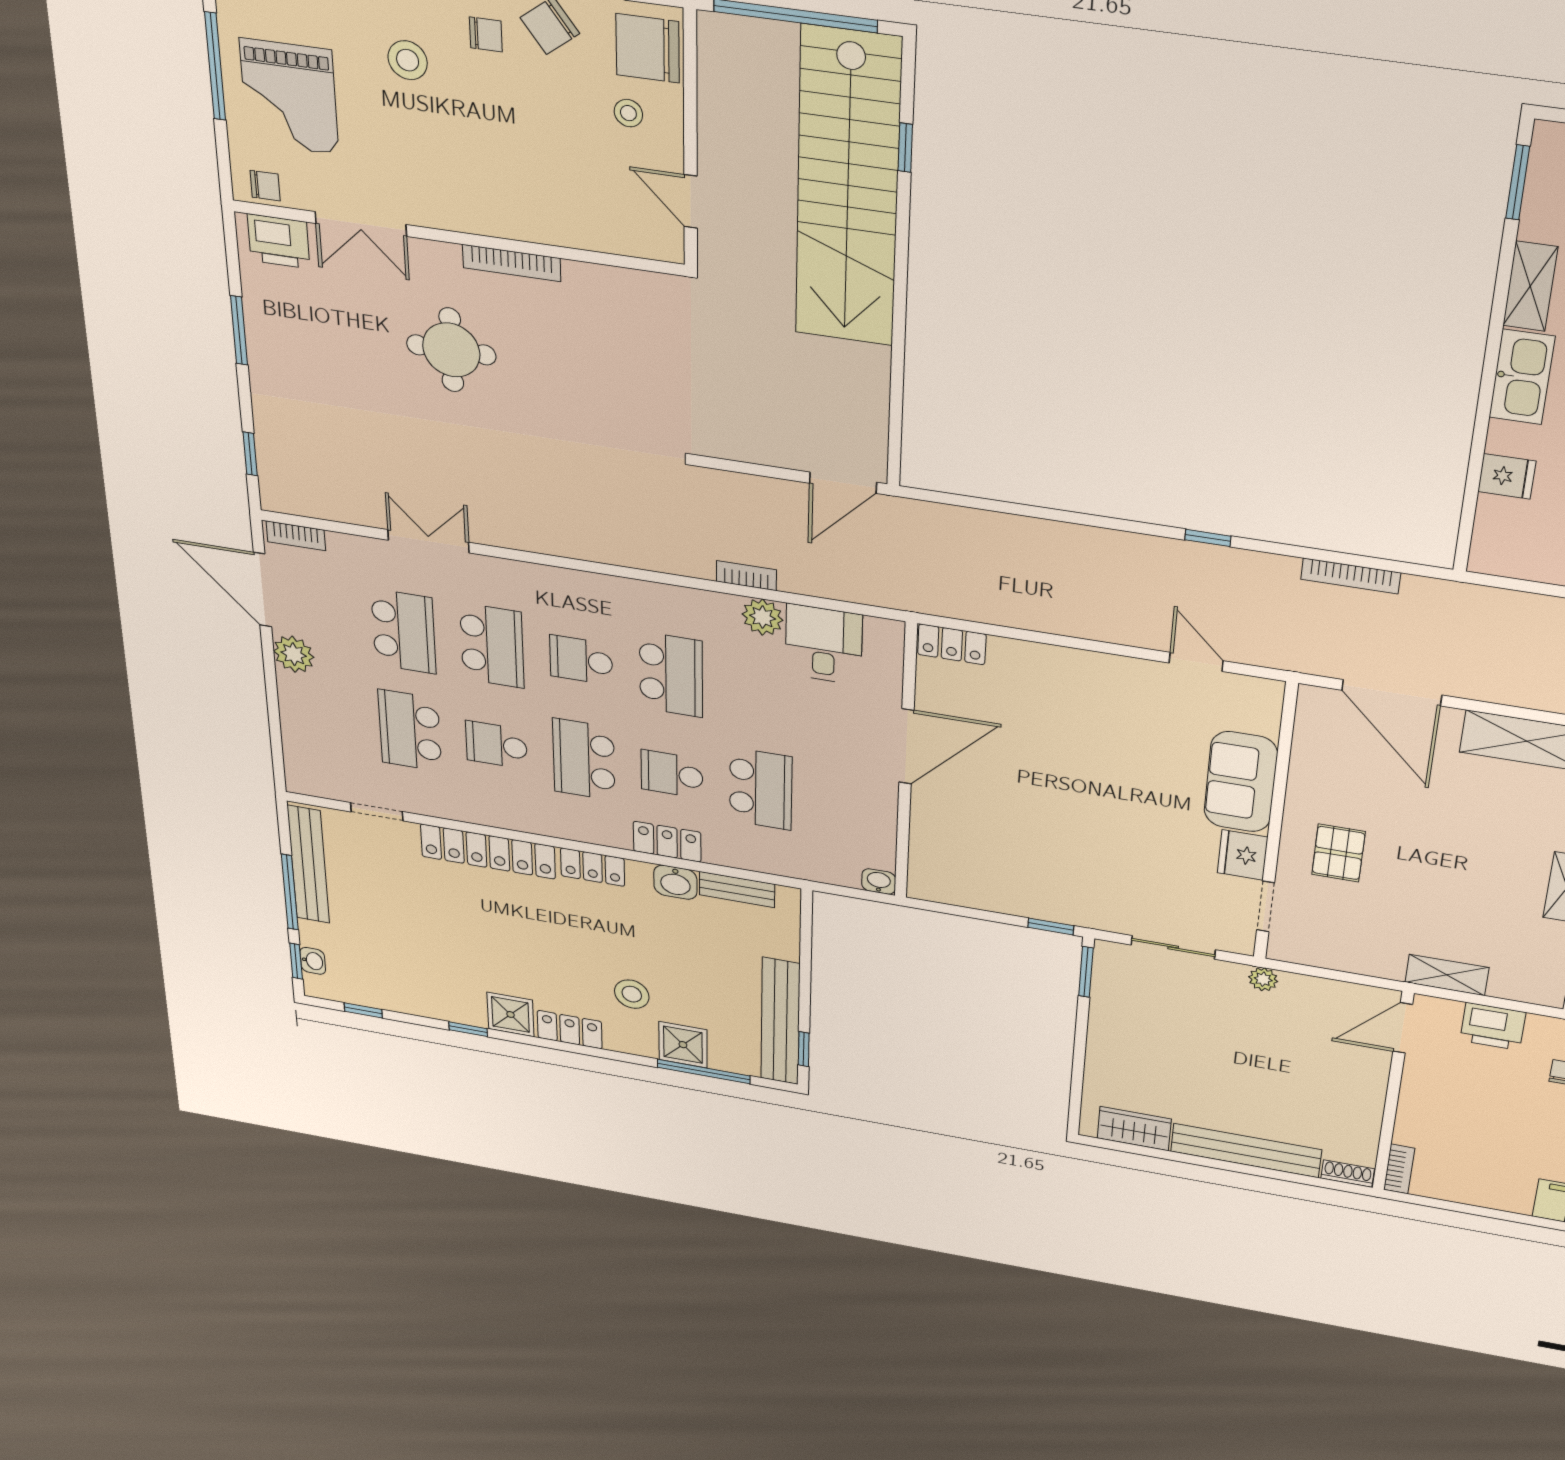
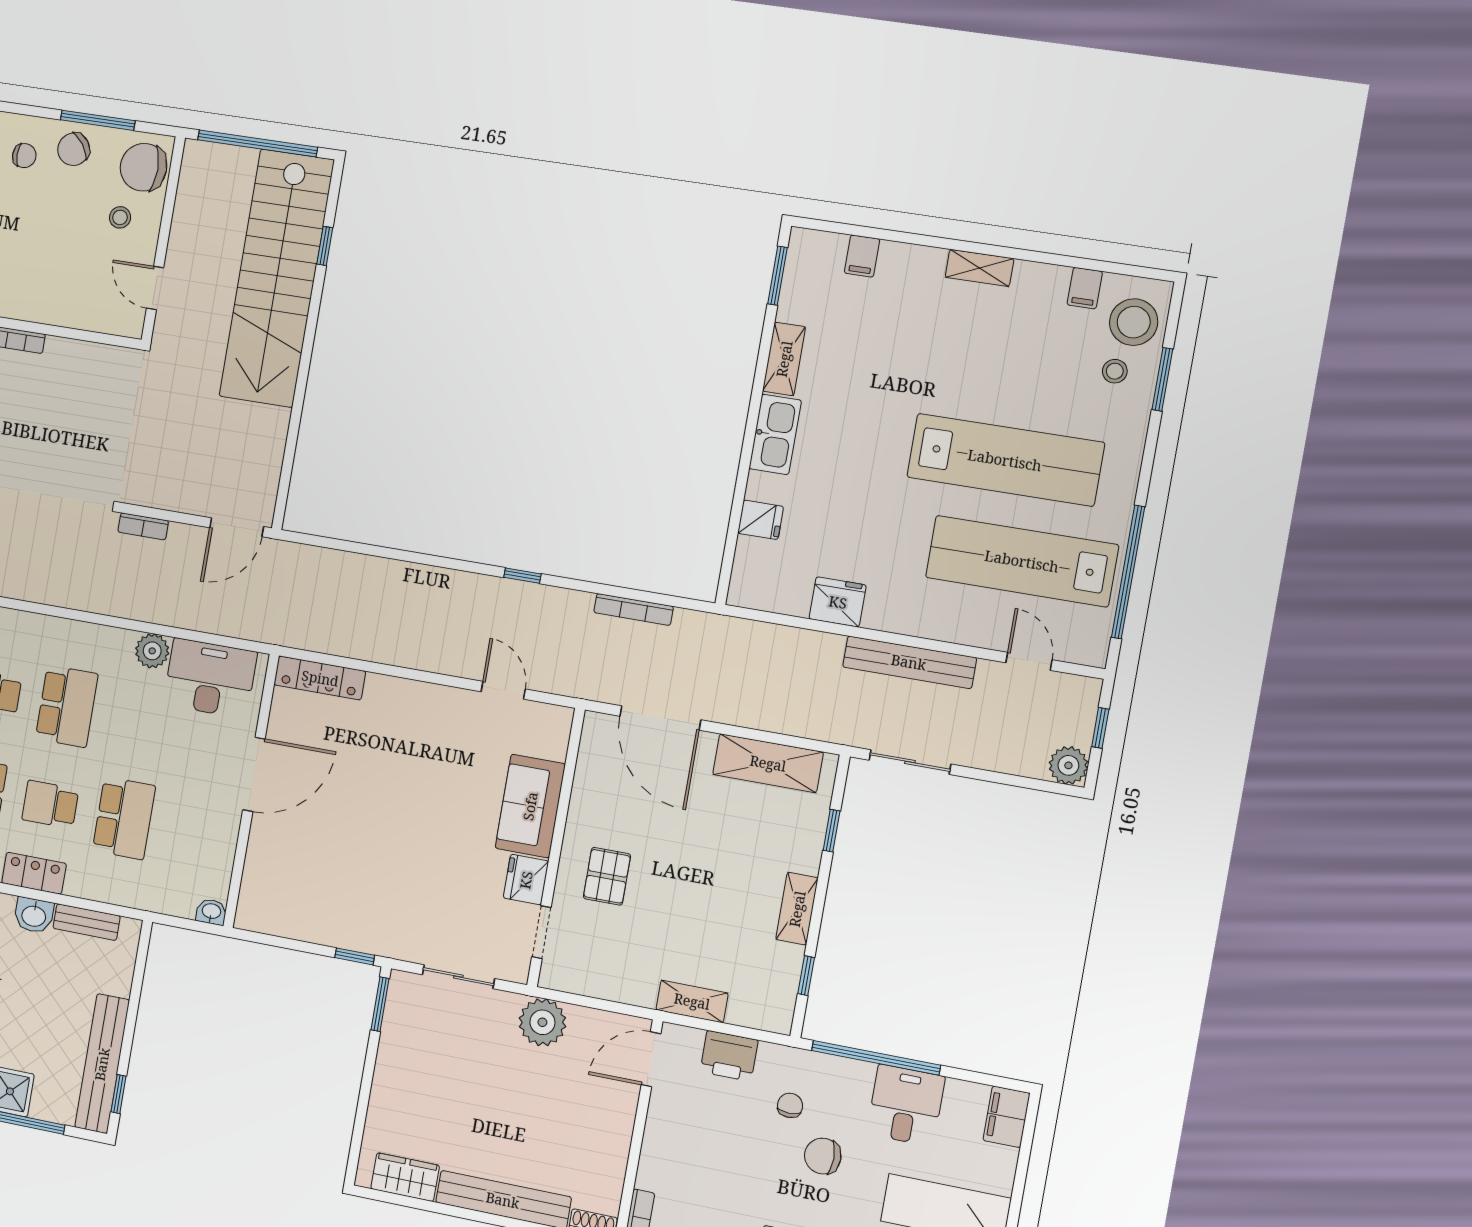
bookcase: (746, 576) -> (143, 526), moved, turned 180
desk: (824, 644) -> (210, 678), width x1.37
locker: (952, 644) -> (320, 678), width x1.53
plant: (1263, 979) -> (542, 1022), width x1.87, depth x1.87

